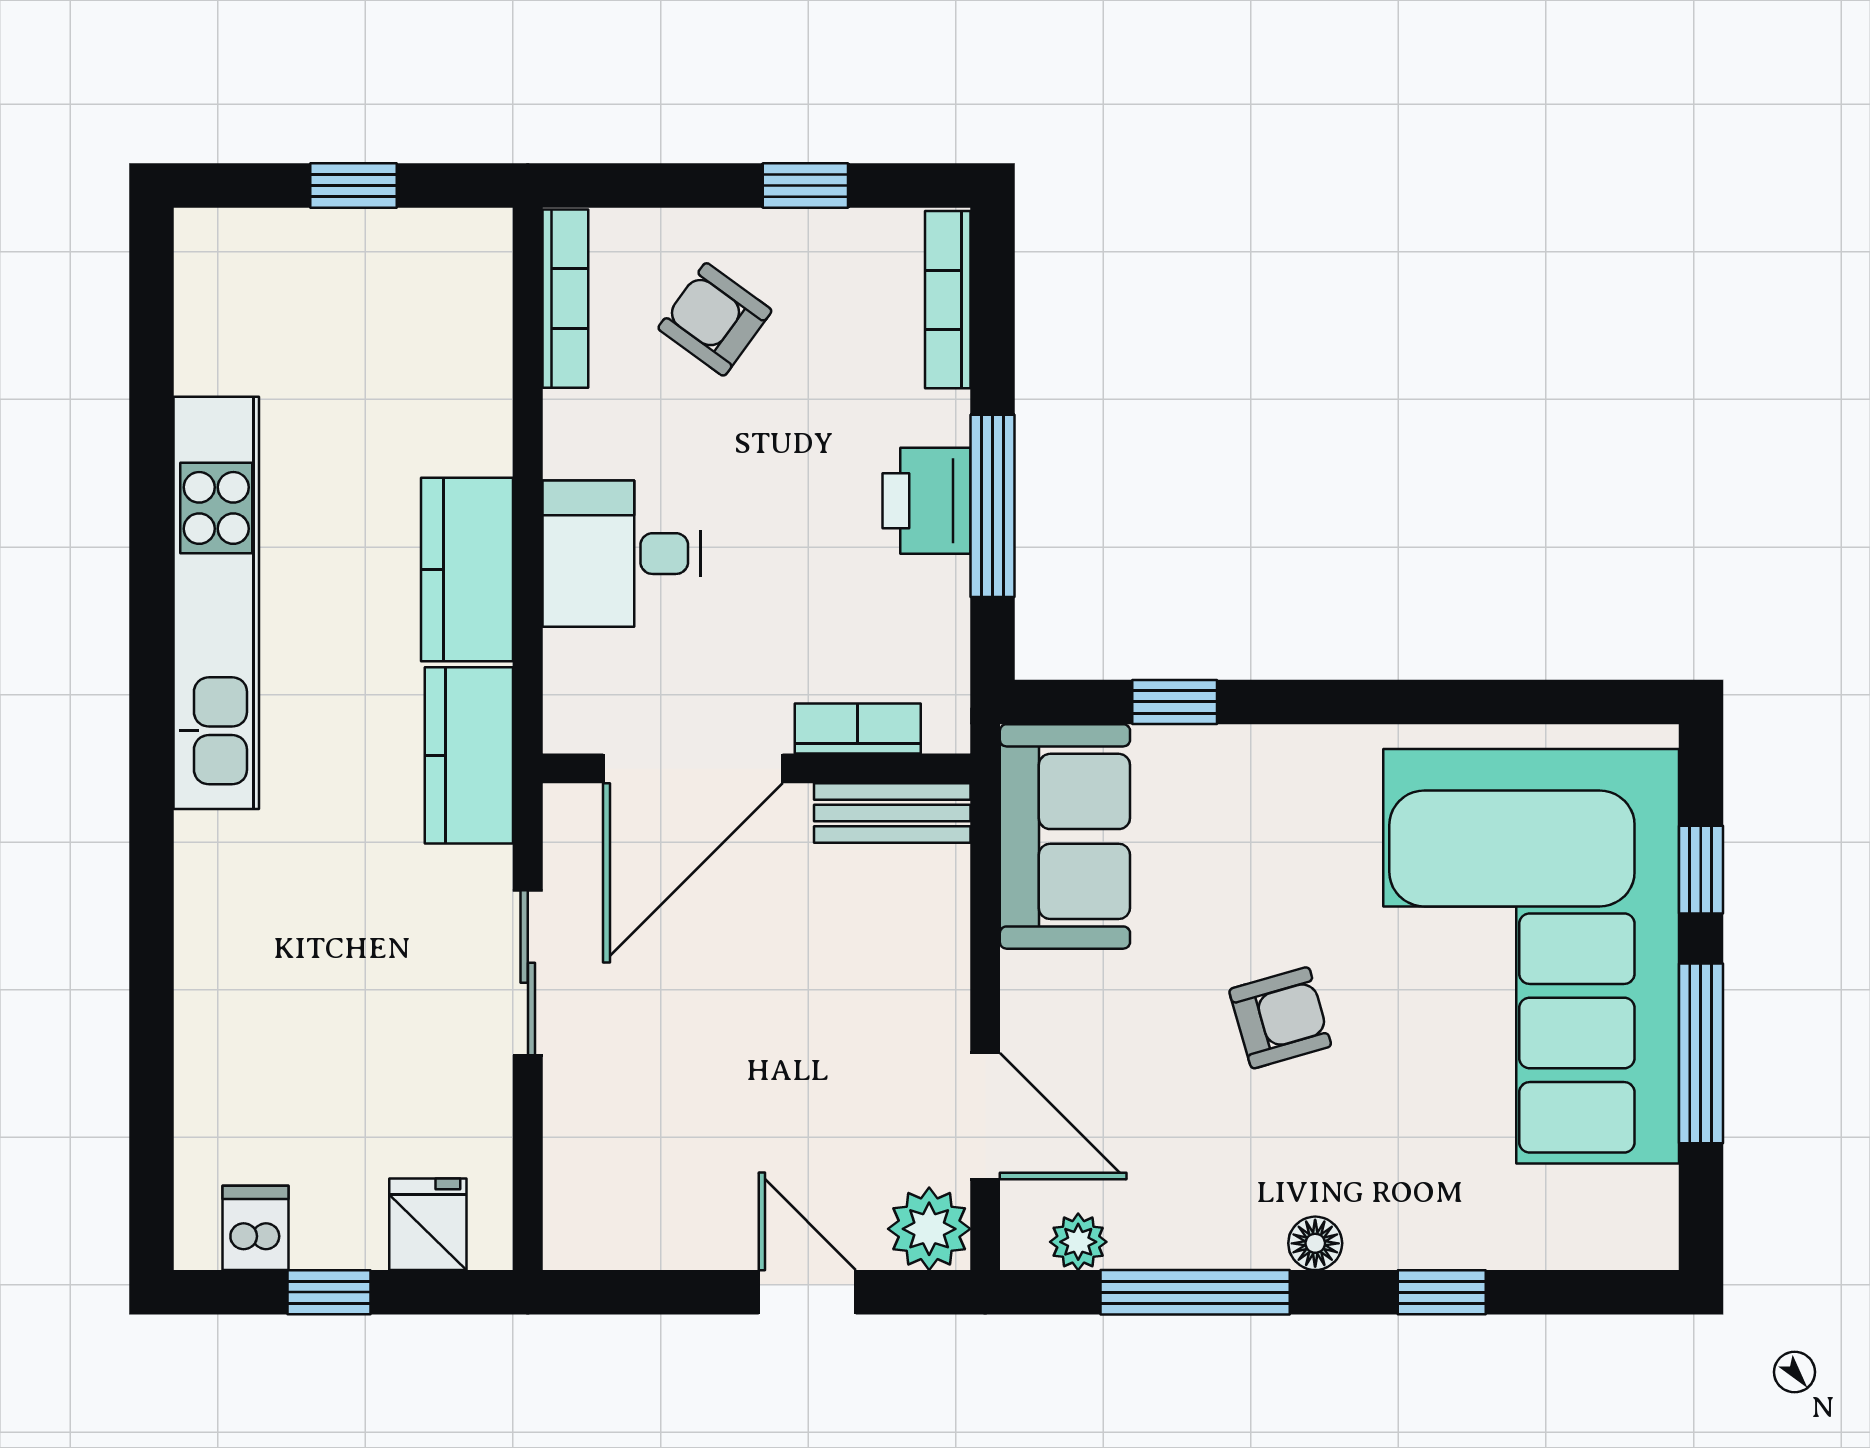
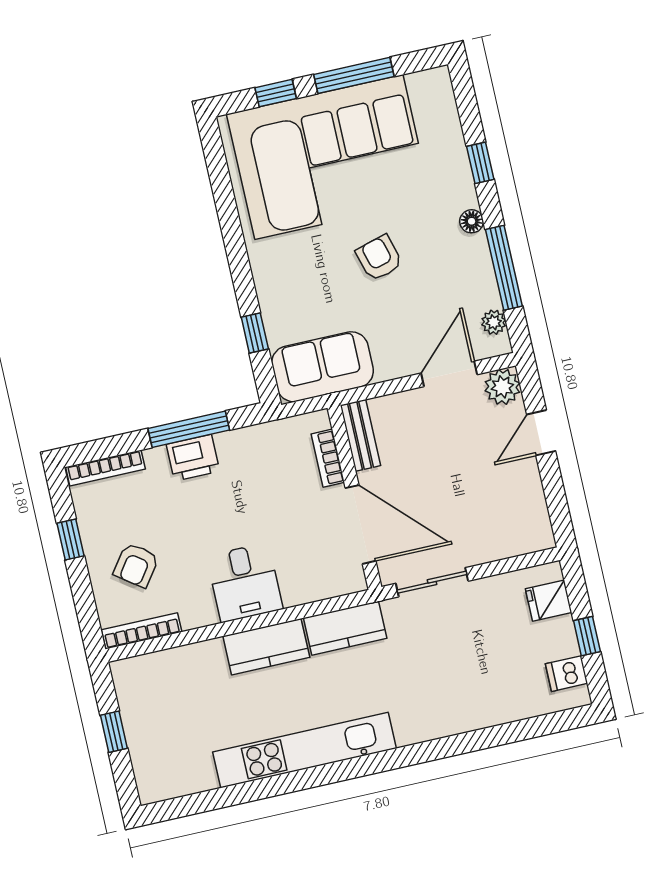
bookcase: (858, 728) -> (328, 458), moved
door: (693, 768) -> (361, 524), moved
wall: (756, 768) -> (355, 497), moved
bench: (892, 813) -> (360, 435), moved

